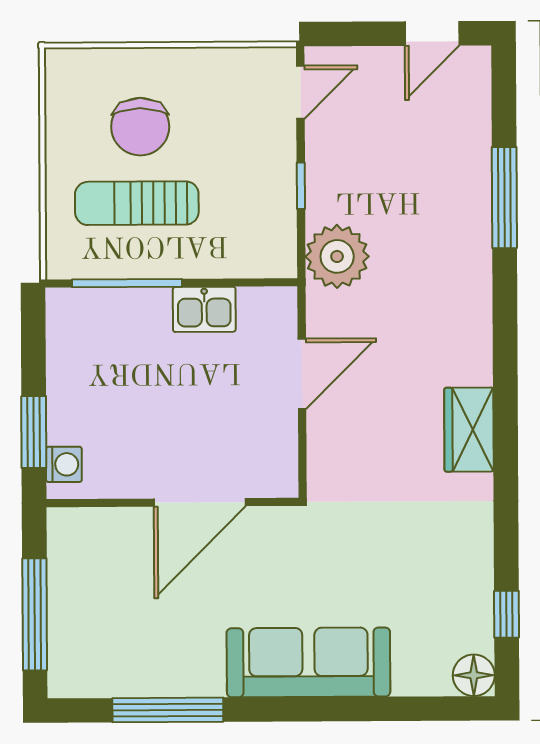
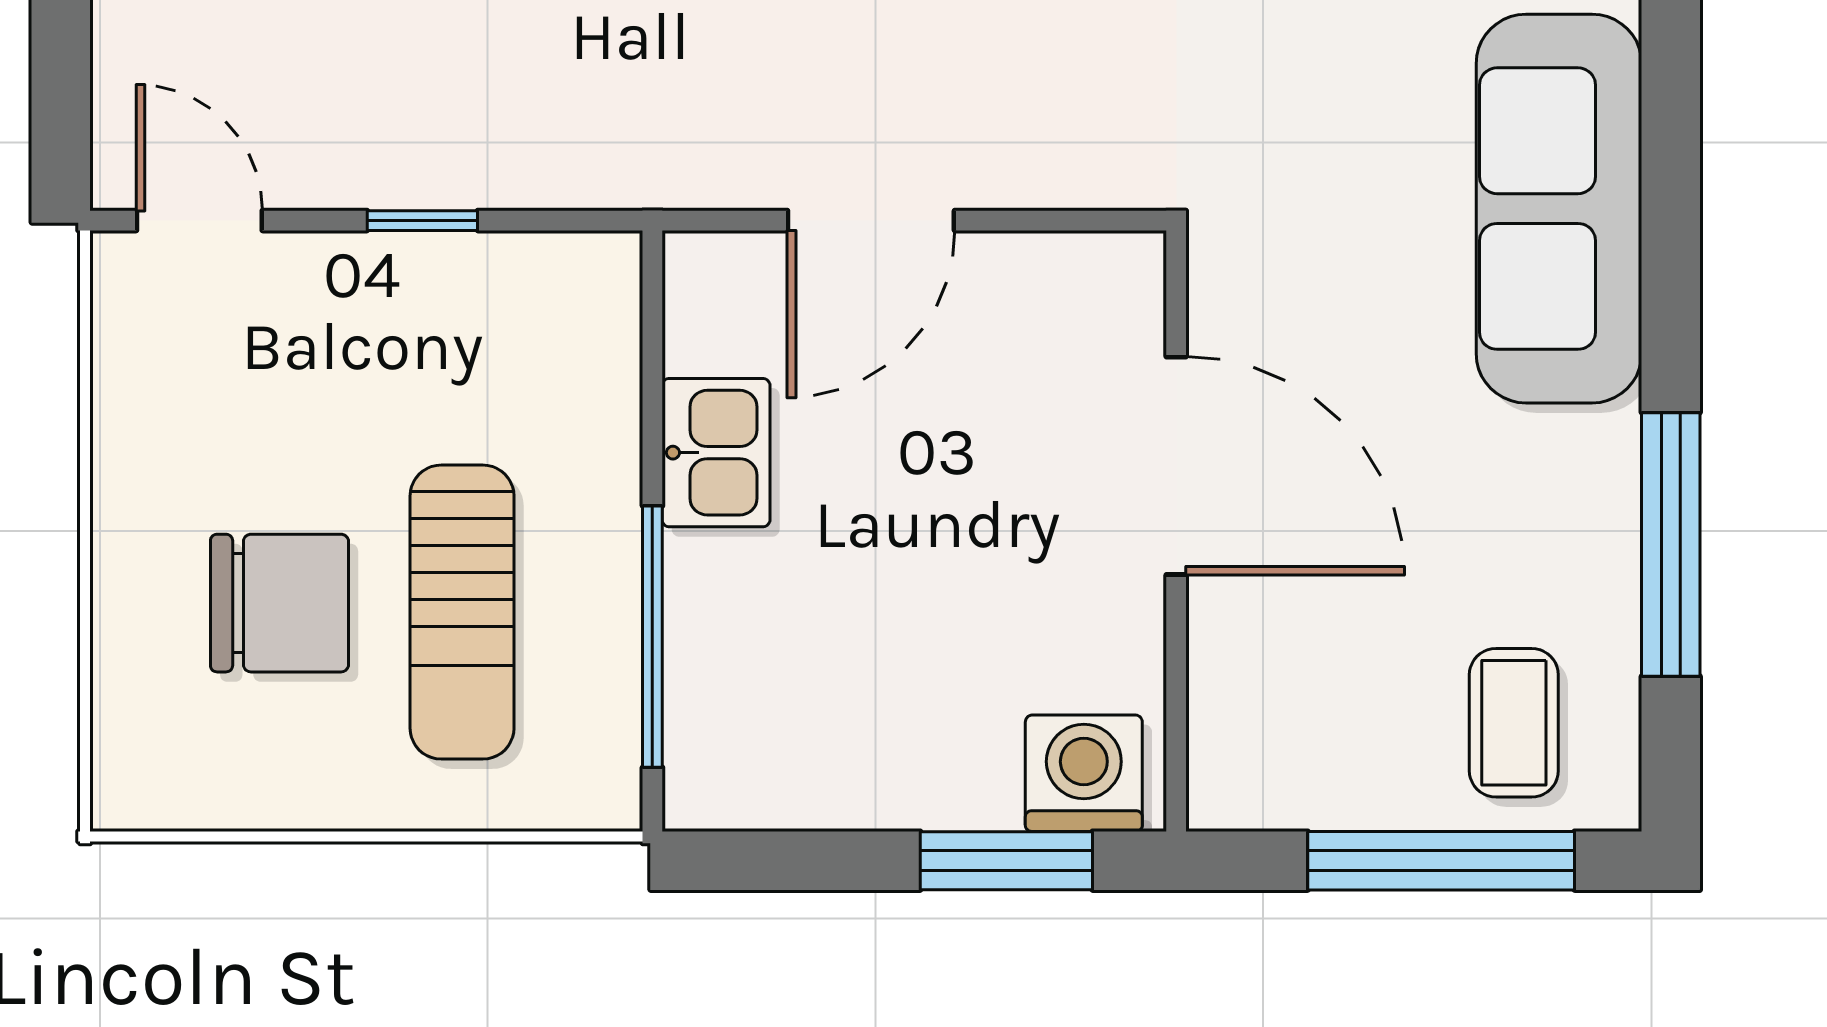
plant: (337, 256) -> (591, 135), removed
door: (302, 374) -> (871, 221), swing flipped
washing machine: (64, 464) -> (1084, 773), width x1.38, depth x1.38
coffee table: (93, 645) -> (1514, 723), added

